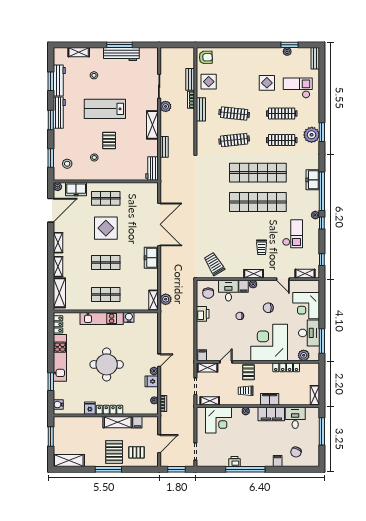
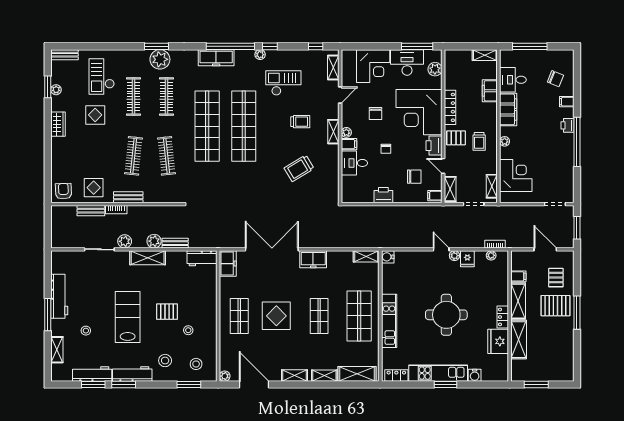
window: (120, 45) -> (48, 315), moved
wardrobe: (260, 53) -> (58, 124), added
lab bench: (105, 109) -> (128, 317), turned 180
window: (51, 120) -> (124, 384), moved
stool: (70, 139) -> (165, 361), added
freezer: (313, 180) -> (216, 58), width x1.40
freezer: (76, 189) -> (228, 264), moved
trolley: (214, 264) -> (299, 168), moved
chair: (208, 293) -> (414, 177), moved
shop shelf: (106, 295) -> (359, 316), width x1.43, depth x1.36
plant: (166, 299) -> (154, 241), moved
water cooler: (129, 317) -> (388, 257), moved
printer: (242, 355) -> (434, 146), added
locker: (286, 367) -> (450, 107), moved
window: (51, 382) -> (445, 384), moved
filing cabinet: (270, 399) -> (490, 91), moved
water cooler: (58, 405) -> (475, 375), moved
fridge: (90, 408) -> (498, 341), width x1.88, depth x1.34
locker: (110, 410) -> (503, 317), width x0.66
shelving: (69, 461) -> (519, 340), moved
printer: (234, 462) -> (567, 125), moved

